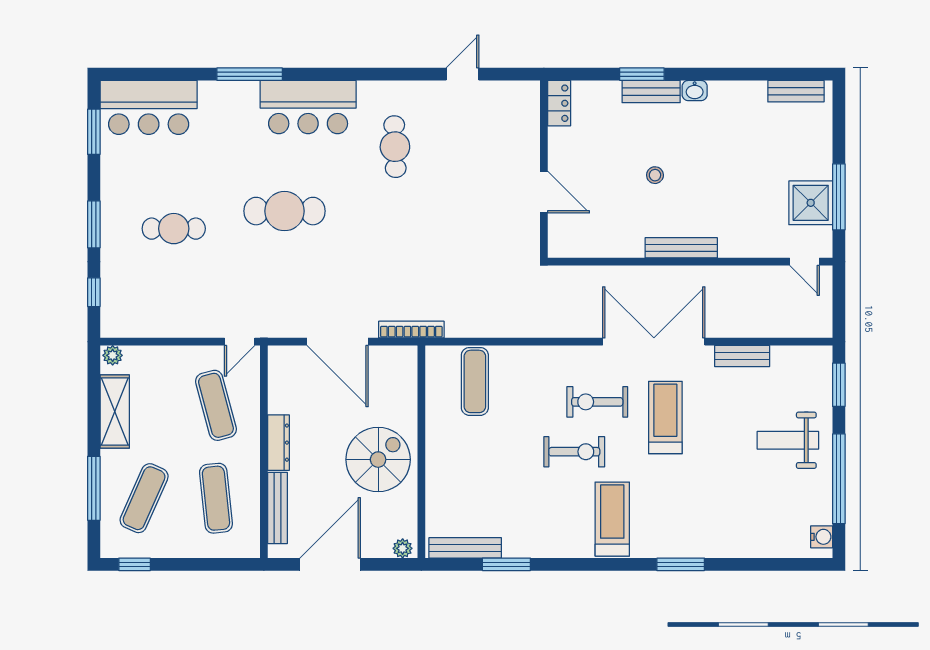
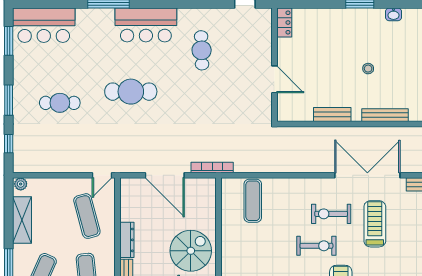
bench: (651, 92) -> (332, 115), moved
locker: (559, 103) -> (284, 23), moved
wall: (544, 169) -> (274, 65), moved
door: (544, 192) -> (274, 79), moved

